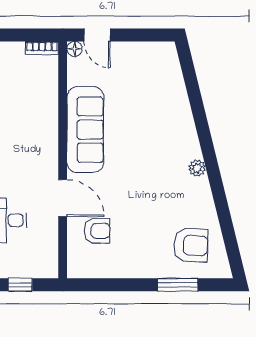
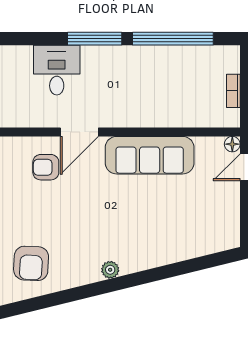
bookcase: (42, 48) -> (233, 91), moved
armchair: (97, 231) -> (46, 167), turned 90

